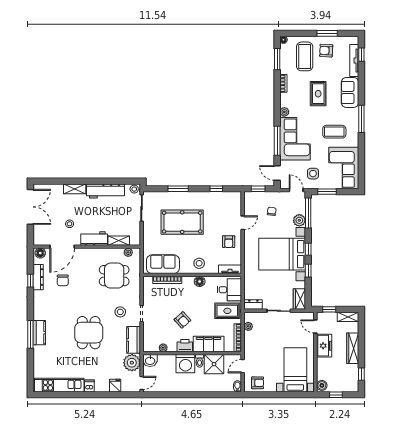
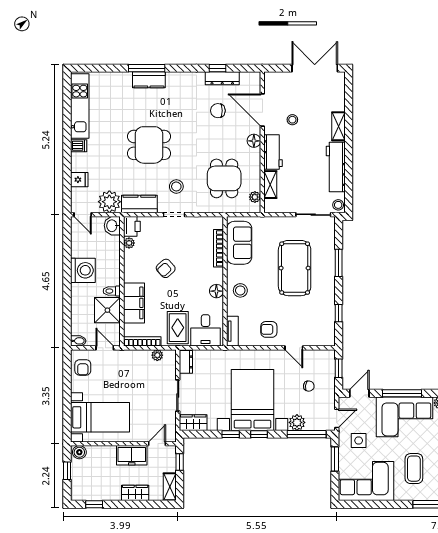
double door: (30, 207) -> (315, 68), swing flipped
floor lamp: (40, 253) -> (254, 141), moved
printer: (185, 346) -> (132, 226), moved
wardrobe: (353, 348) -> (135, 493), width x0.67
washing machine: (185, 364) -> (83, 270), moved, turned 180

